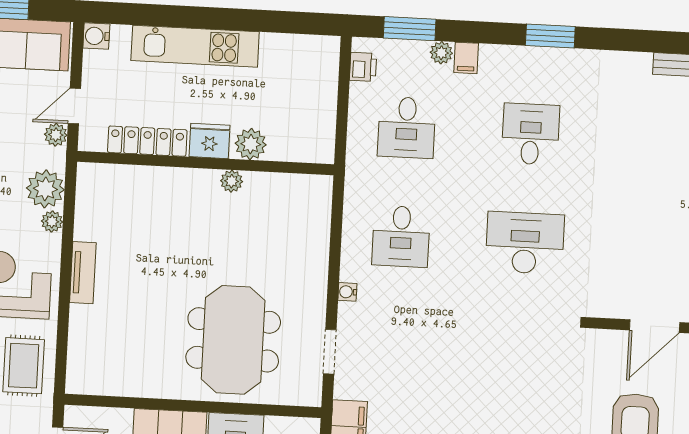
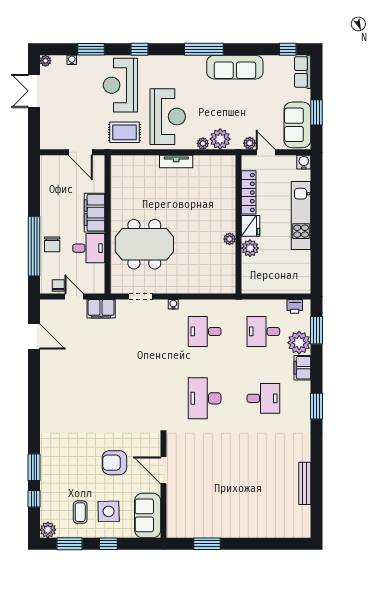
plant: (441, 53) -> (299, 343), width x1.87, depth x1.87
filing cabinet: (466, 58) -> (302, 368), width x2.00
desk: (525, 243) -> (205, 398), turned 180

